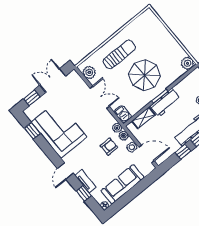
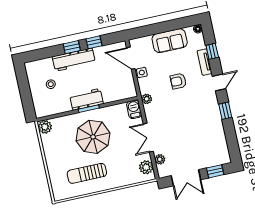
sun lounger: (119, 54) -> (87, 173), moved
shelving: (144, 118) -> (115, 95), removed
corner sofa: (59, 130) -> (205, 126), removed
window: (32, 131) -> (225, 111), moved
plant: (124, 136) -> (160, 159), moved
armchair: (109, 147) -> (178, 81), moved
sofa: (123, 184) -> (170, 41), width x0.73

